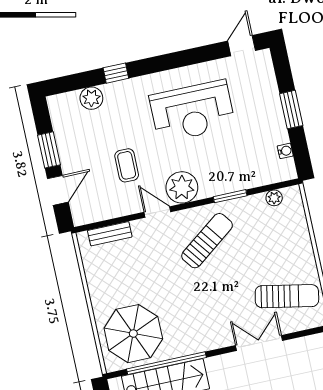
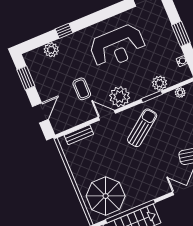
window: (49, 150) -> (26, 78), moved
plant: (245, 178) -> (159, 83), added

